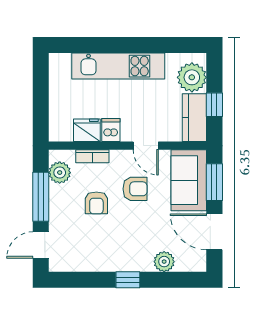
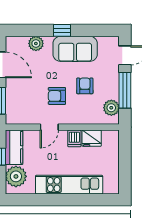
door: (146, 146) -> (49, 127), swing flipped
bookcase: (92, 156) -> (88, 120), removed
sofa: (189, 180) -> (75, 49), moved, turned 90

